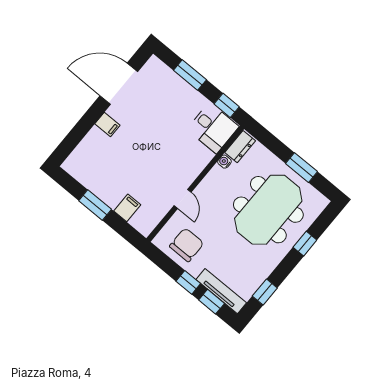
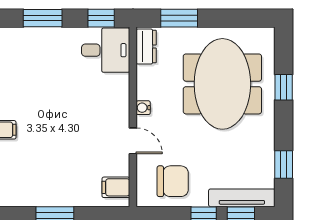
water cooler: (224, 162) -> (143, 108), moved
window: (302, 168) -> (179, 18), moved
filing cabinet: (127, 208) -> (116, 187), moved, turned -90
chair: (187, 245) -> (173, 181), turned 90

